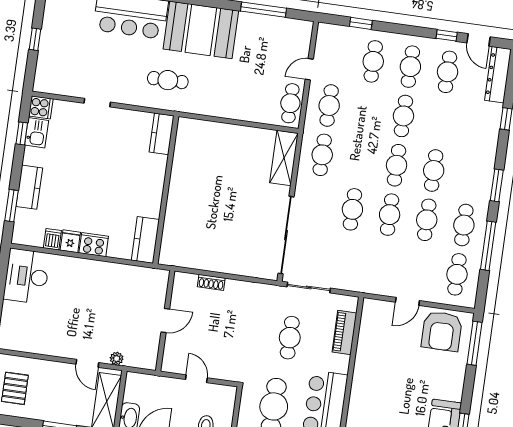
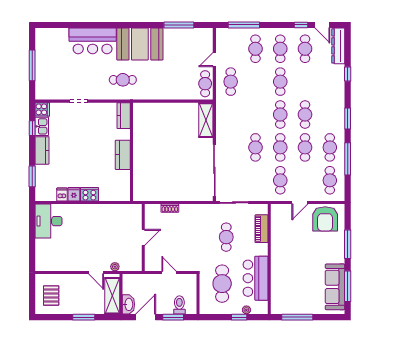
window: (361, 23) -> (244, 25), width x2.17
window: (35, 39) -> (32, 65), width x2.17
cafe table: (322, 155) -> (280, 180), moved
kitchen counter: (29, 187) -> (42, 150), moved
kitchen counter: (145, 240) -> (123, 155), moved
window: (475, 343) -> (348, 244), moved

